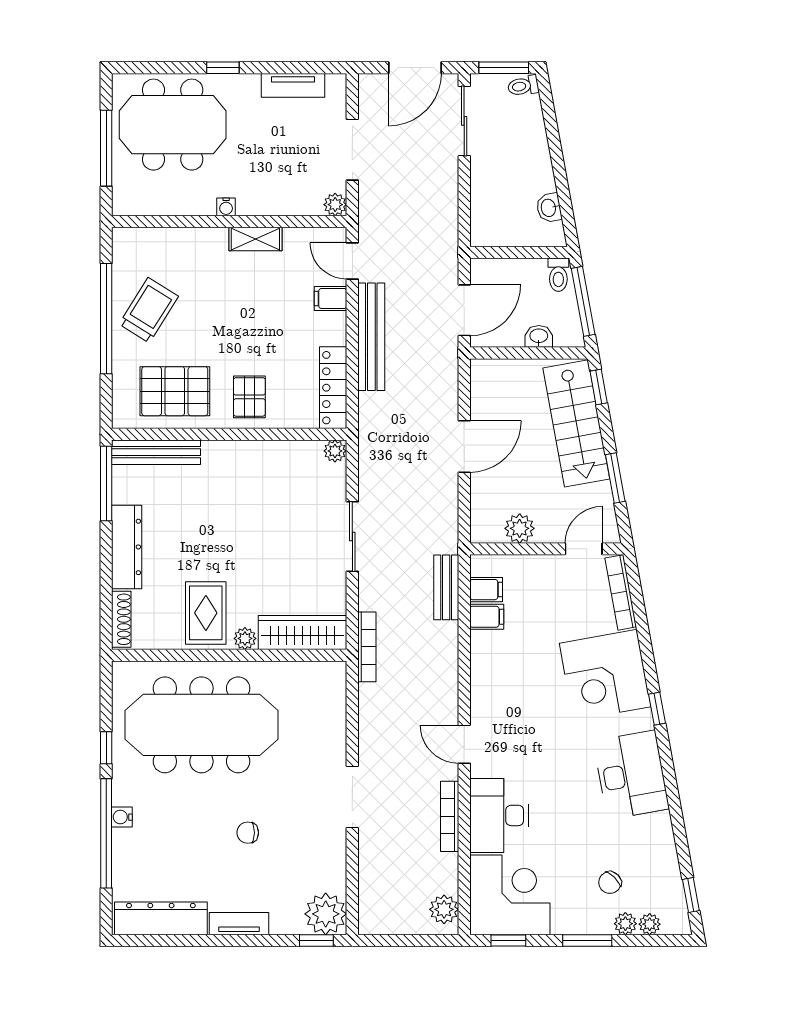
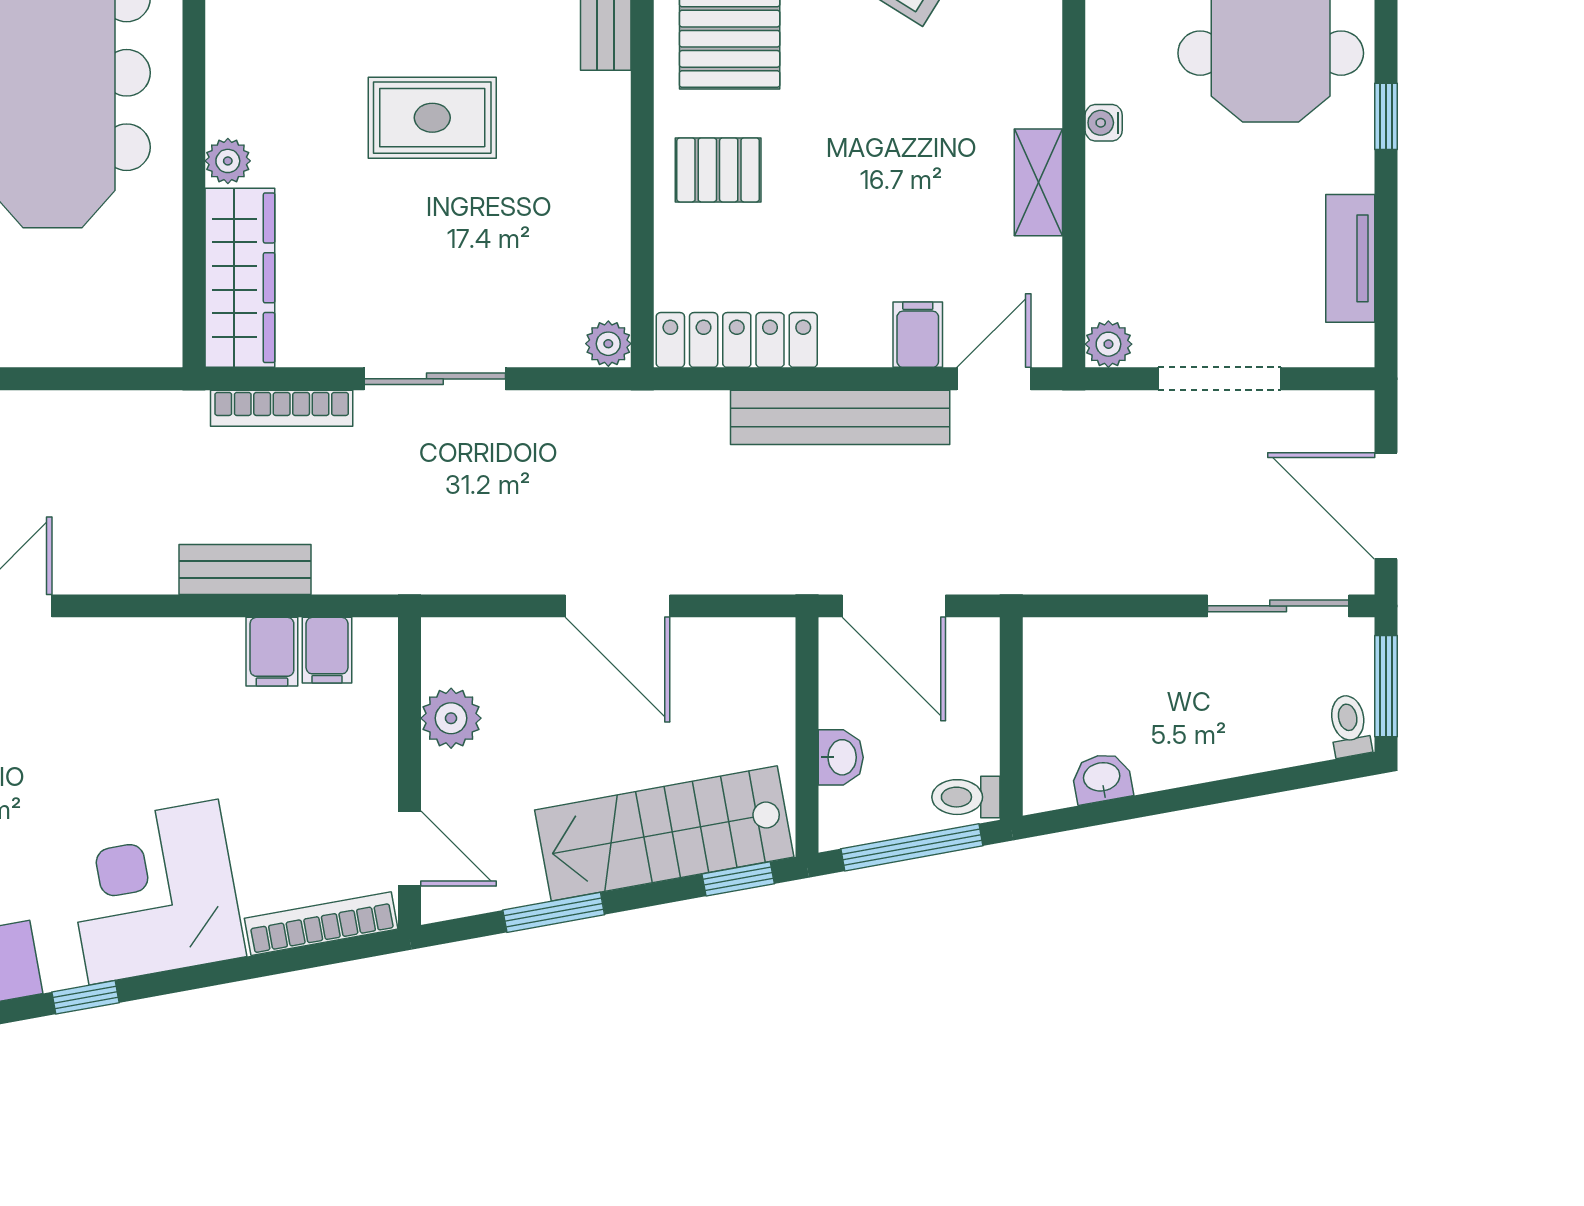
bench: (446, 587) -> (245, 569), moved
rug: (206, 613) -> (432, 118), moved
bookcase: (367, 647) -> (282, 408), moved

